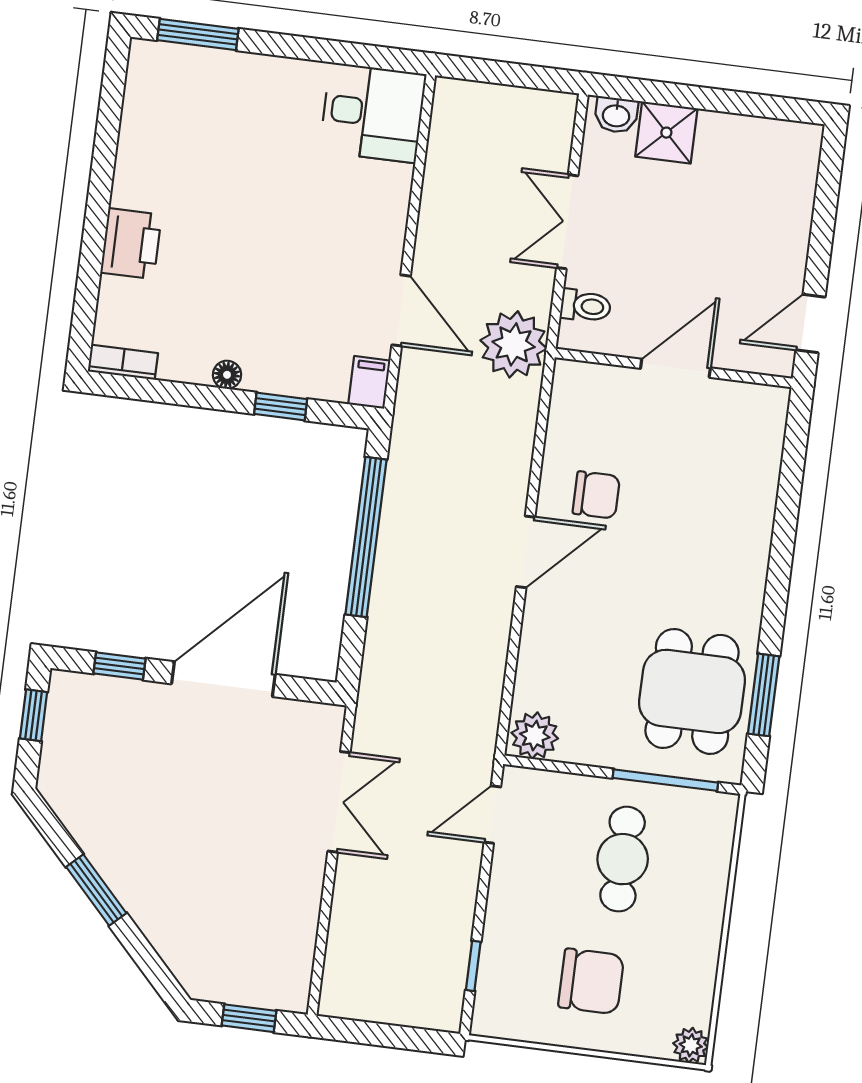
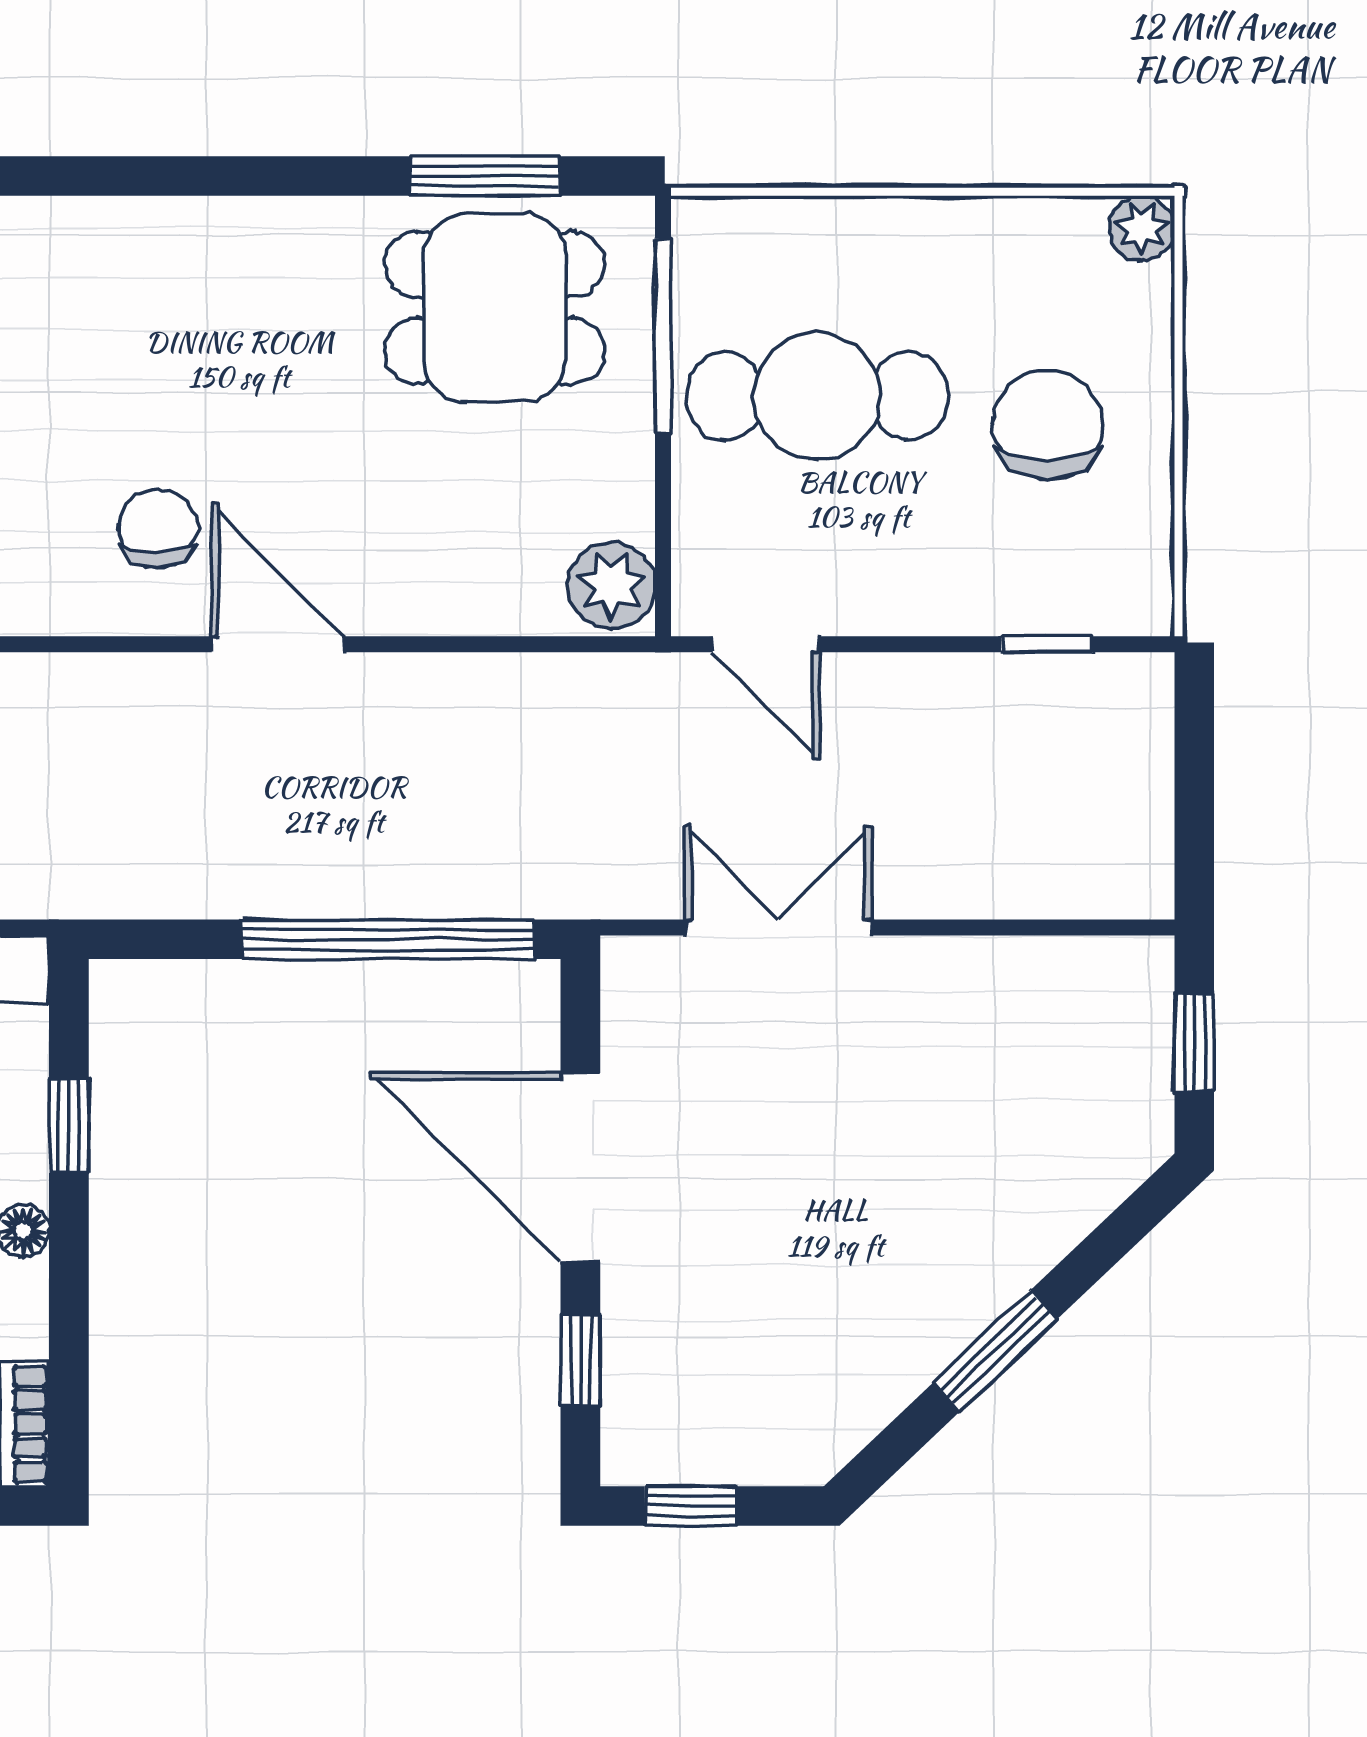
window: (366, 537) -> (389, 939), moved
cafe table: (623, 859) -> (817, 396), width x1.37, depth x1.35

